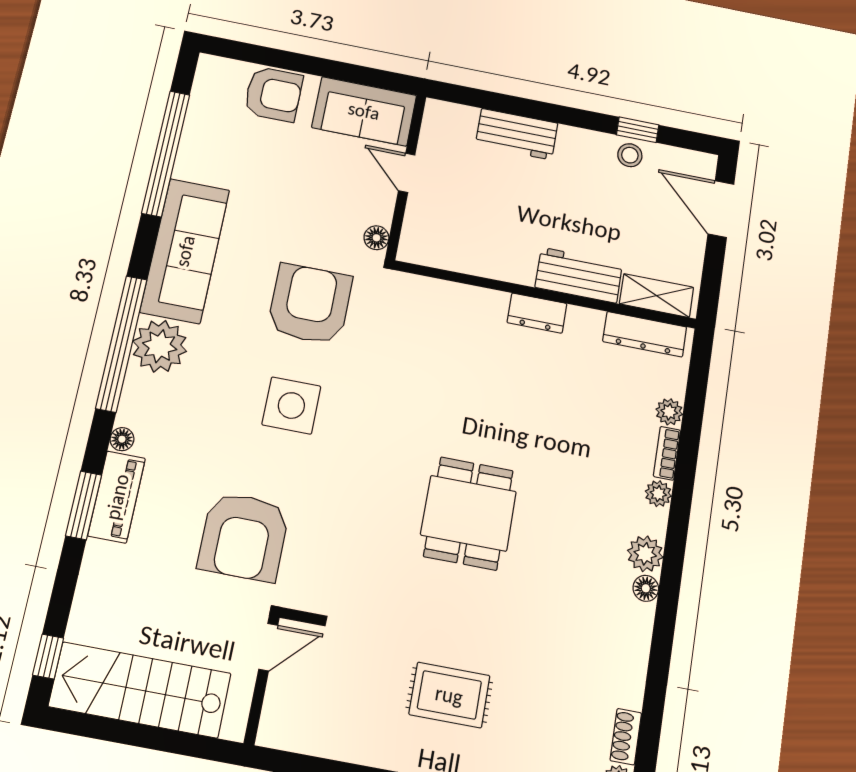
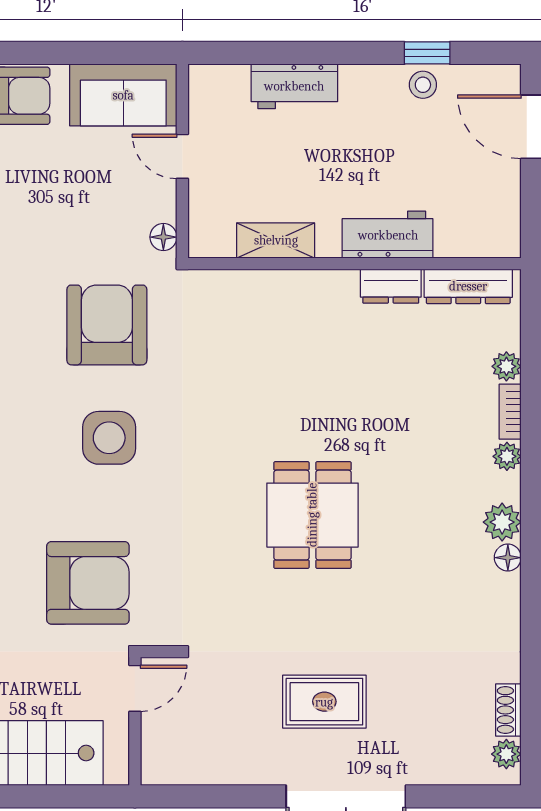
shelving: (656, 296) -> (276, 240), moved
dresser: (537, 313) -> (391, 286), moved
armchair: (244, 537) -> (88, 583), turned -90

